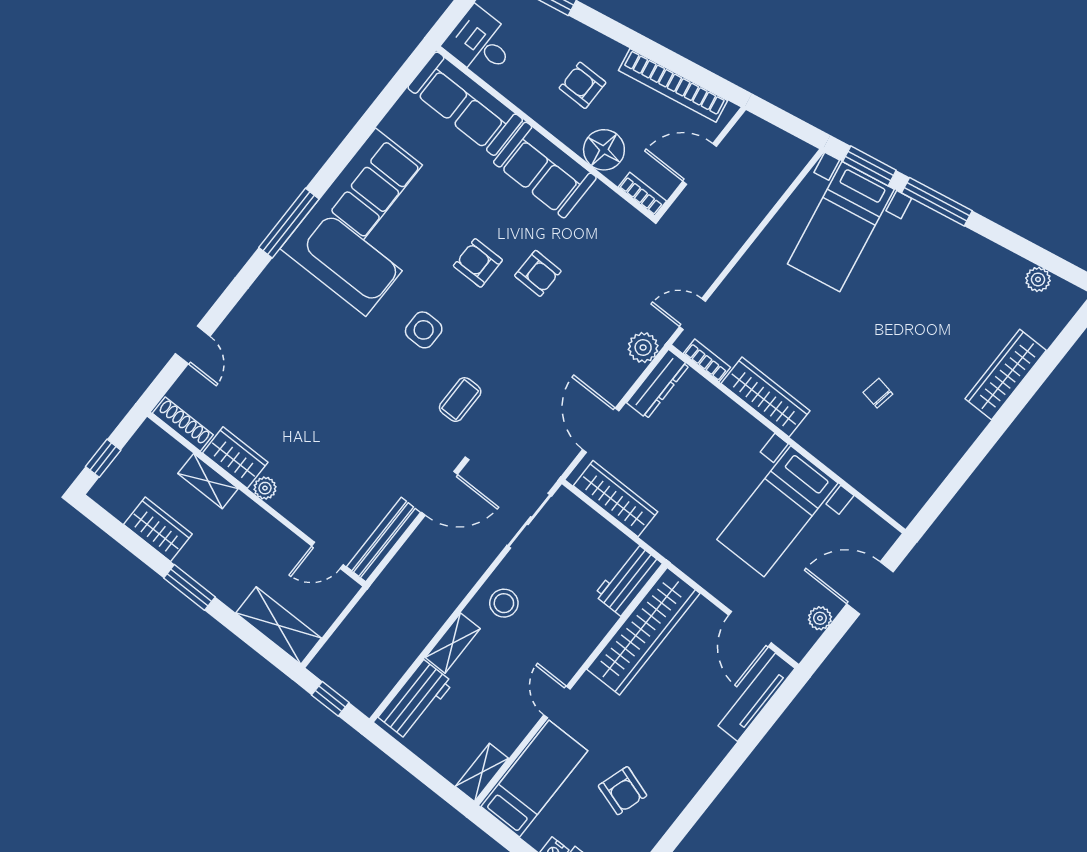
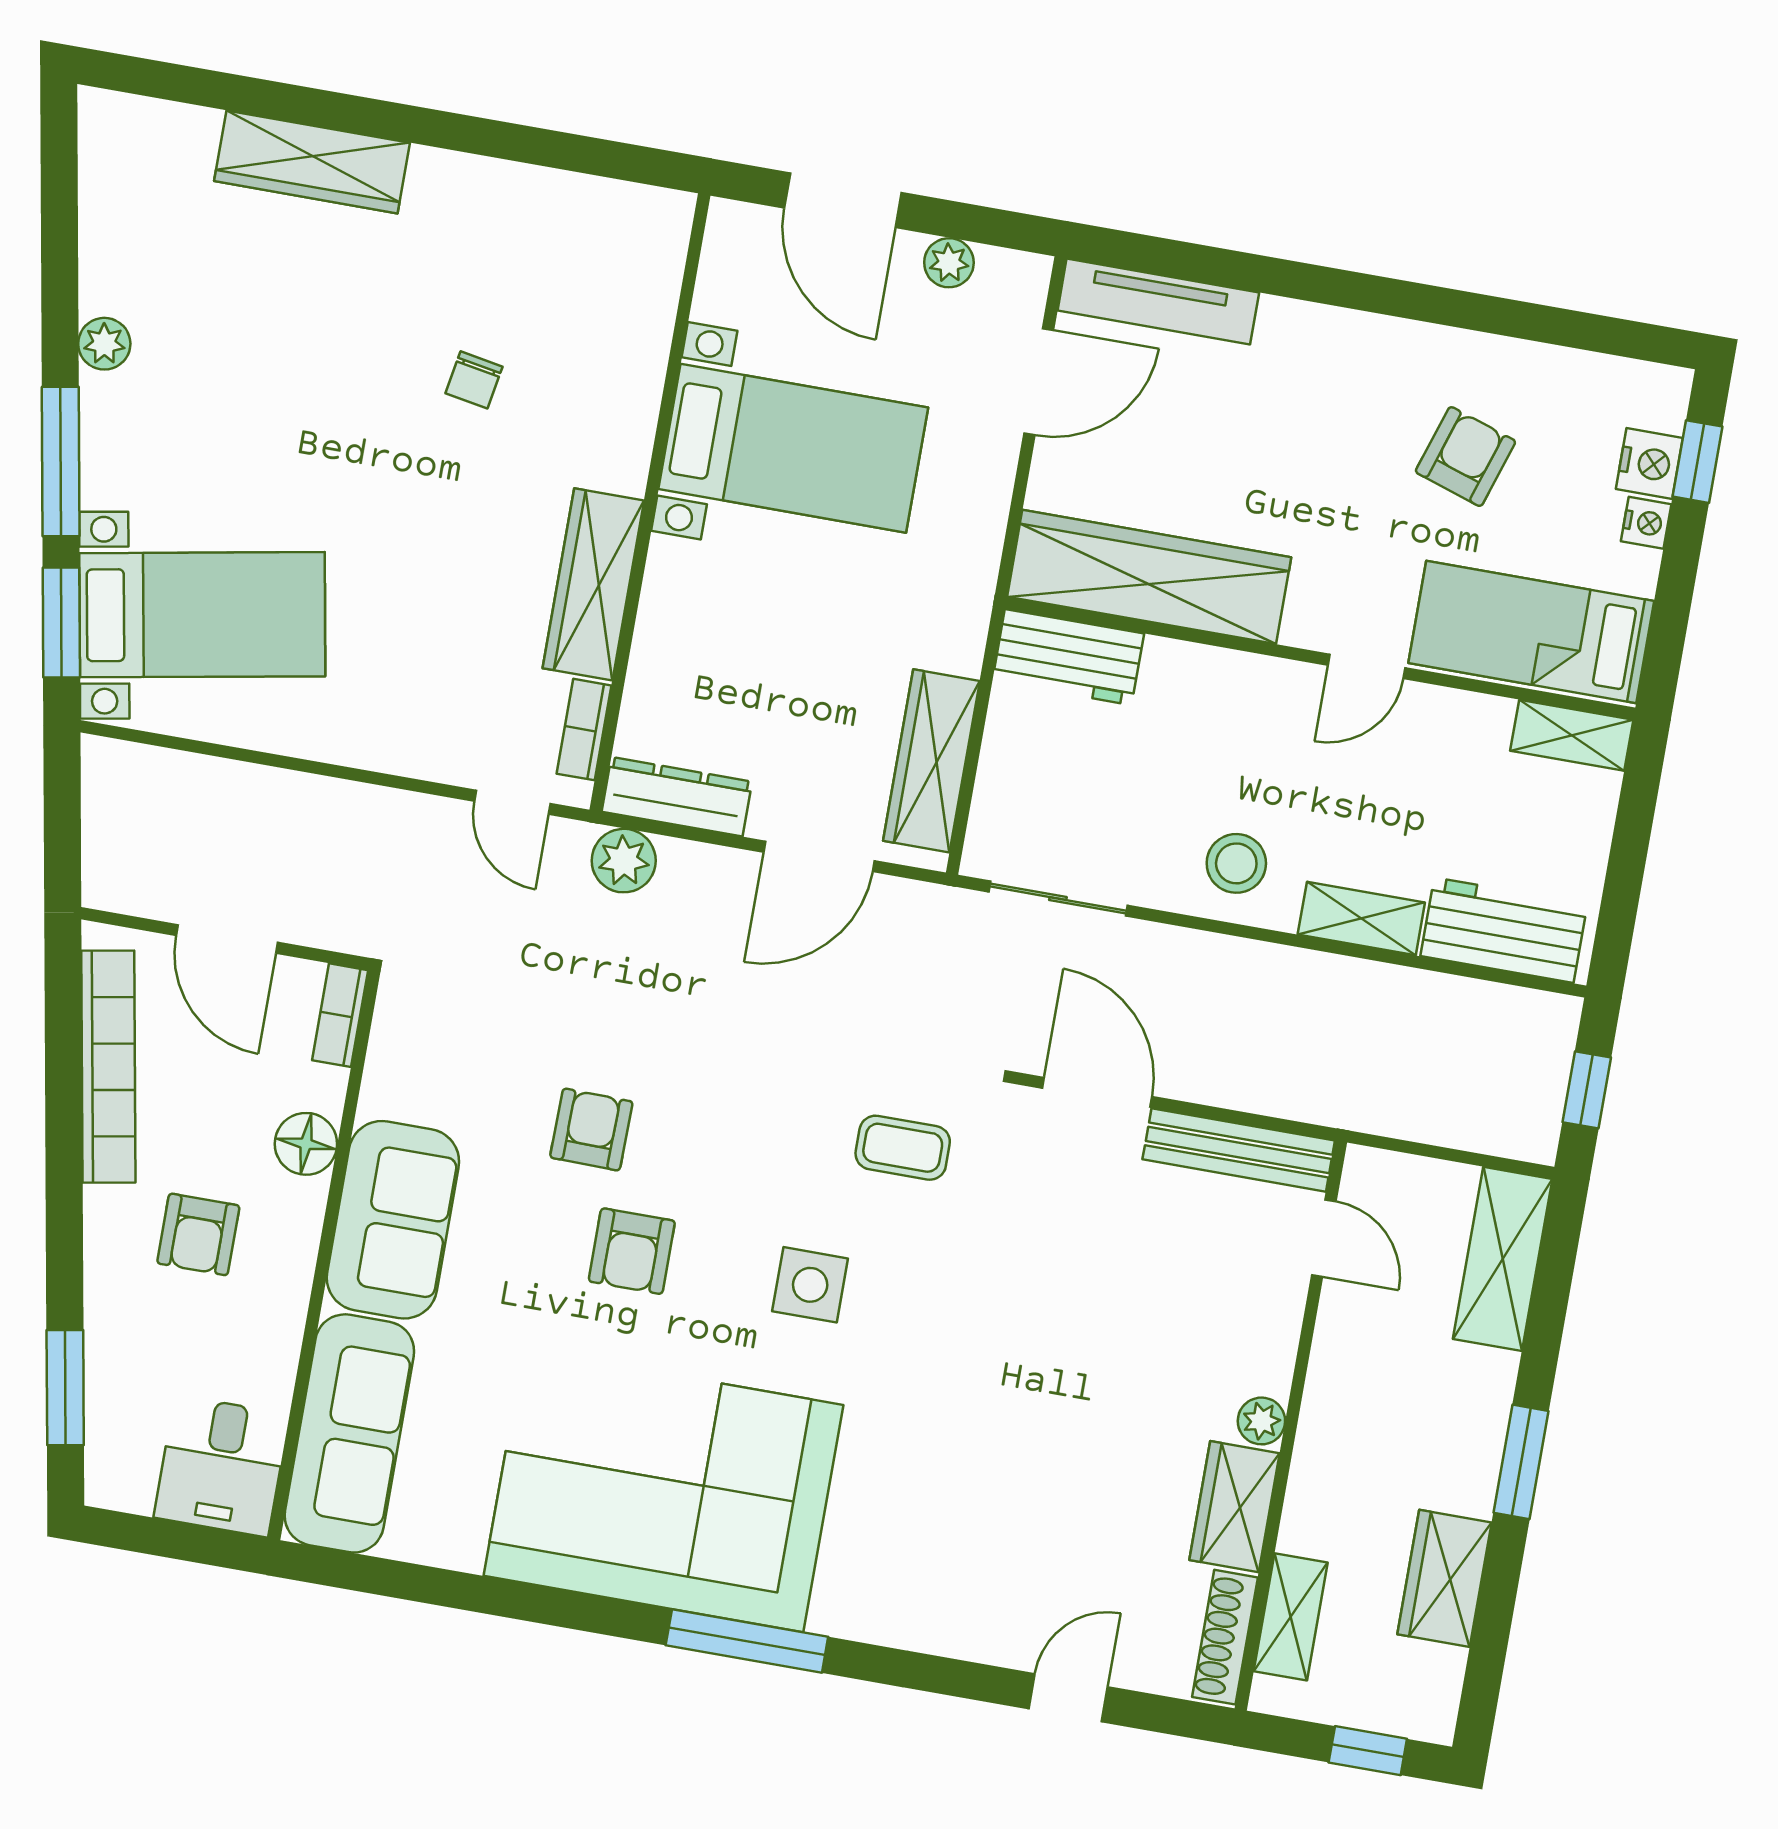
floor lamp: (604, 150) -> (306, 1144), width x0.73, depth x0.73
plant: (1038, 279) -> (104, 344), moved
shelving: (208, 481) -> (1291, 1617), moved

